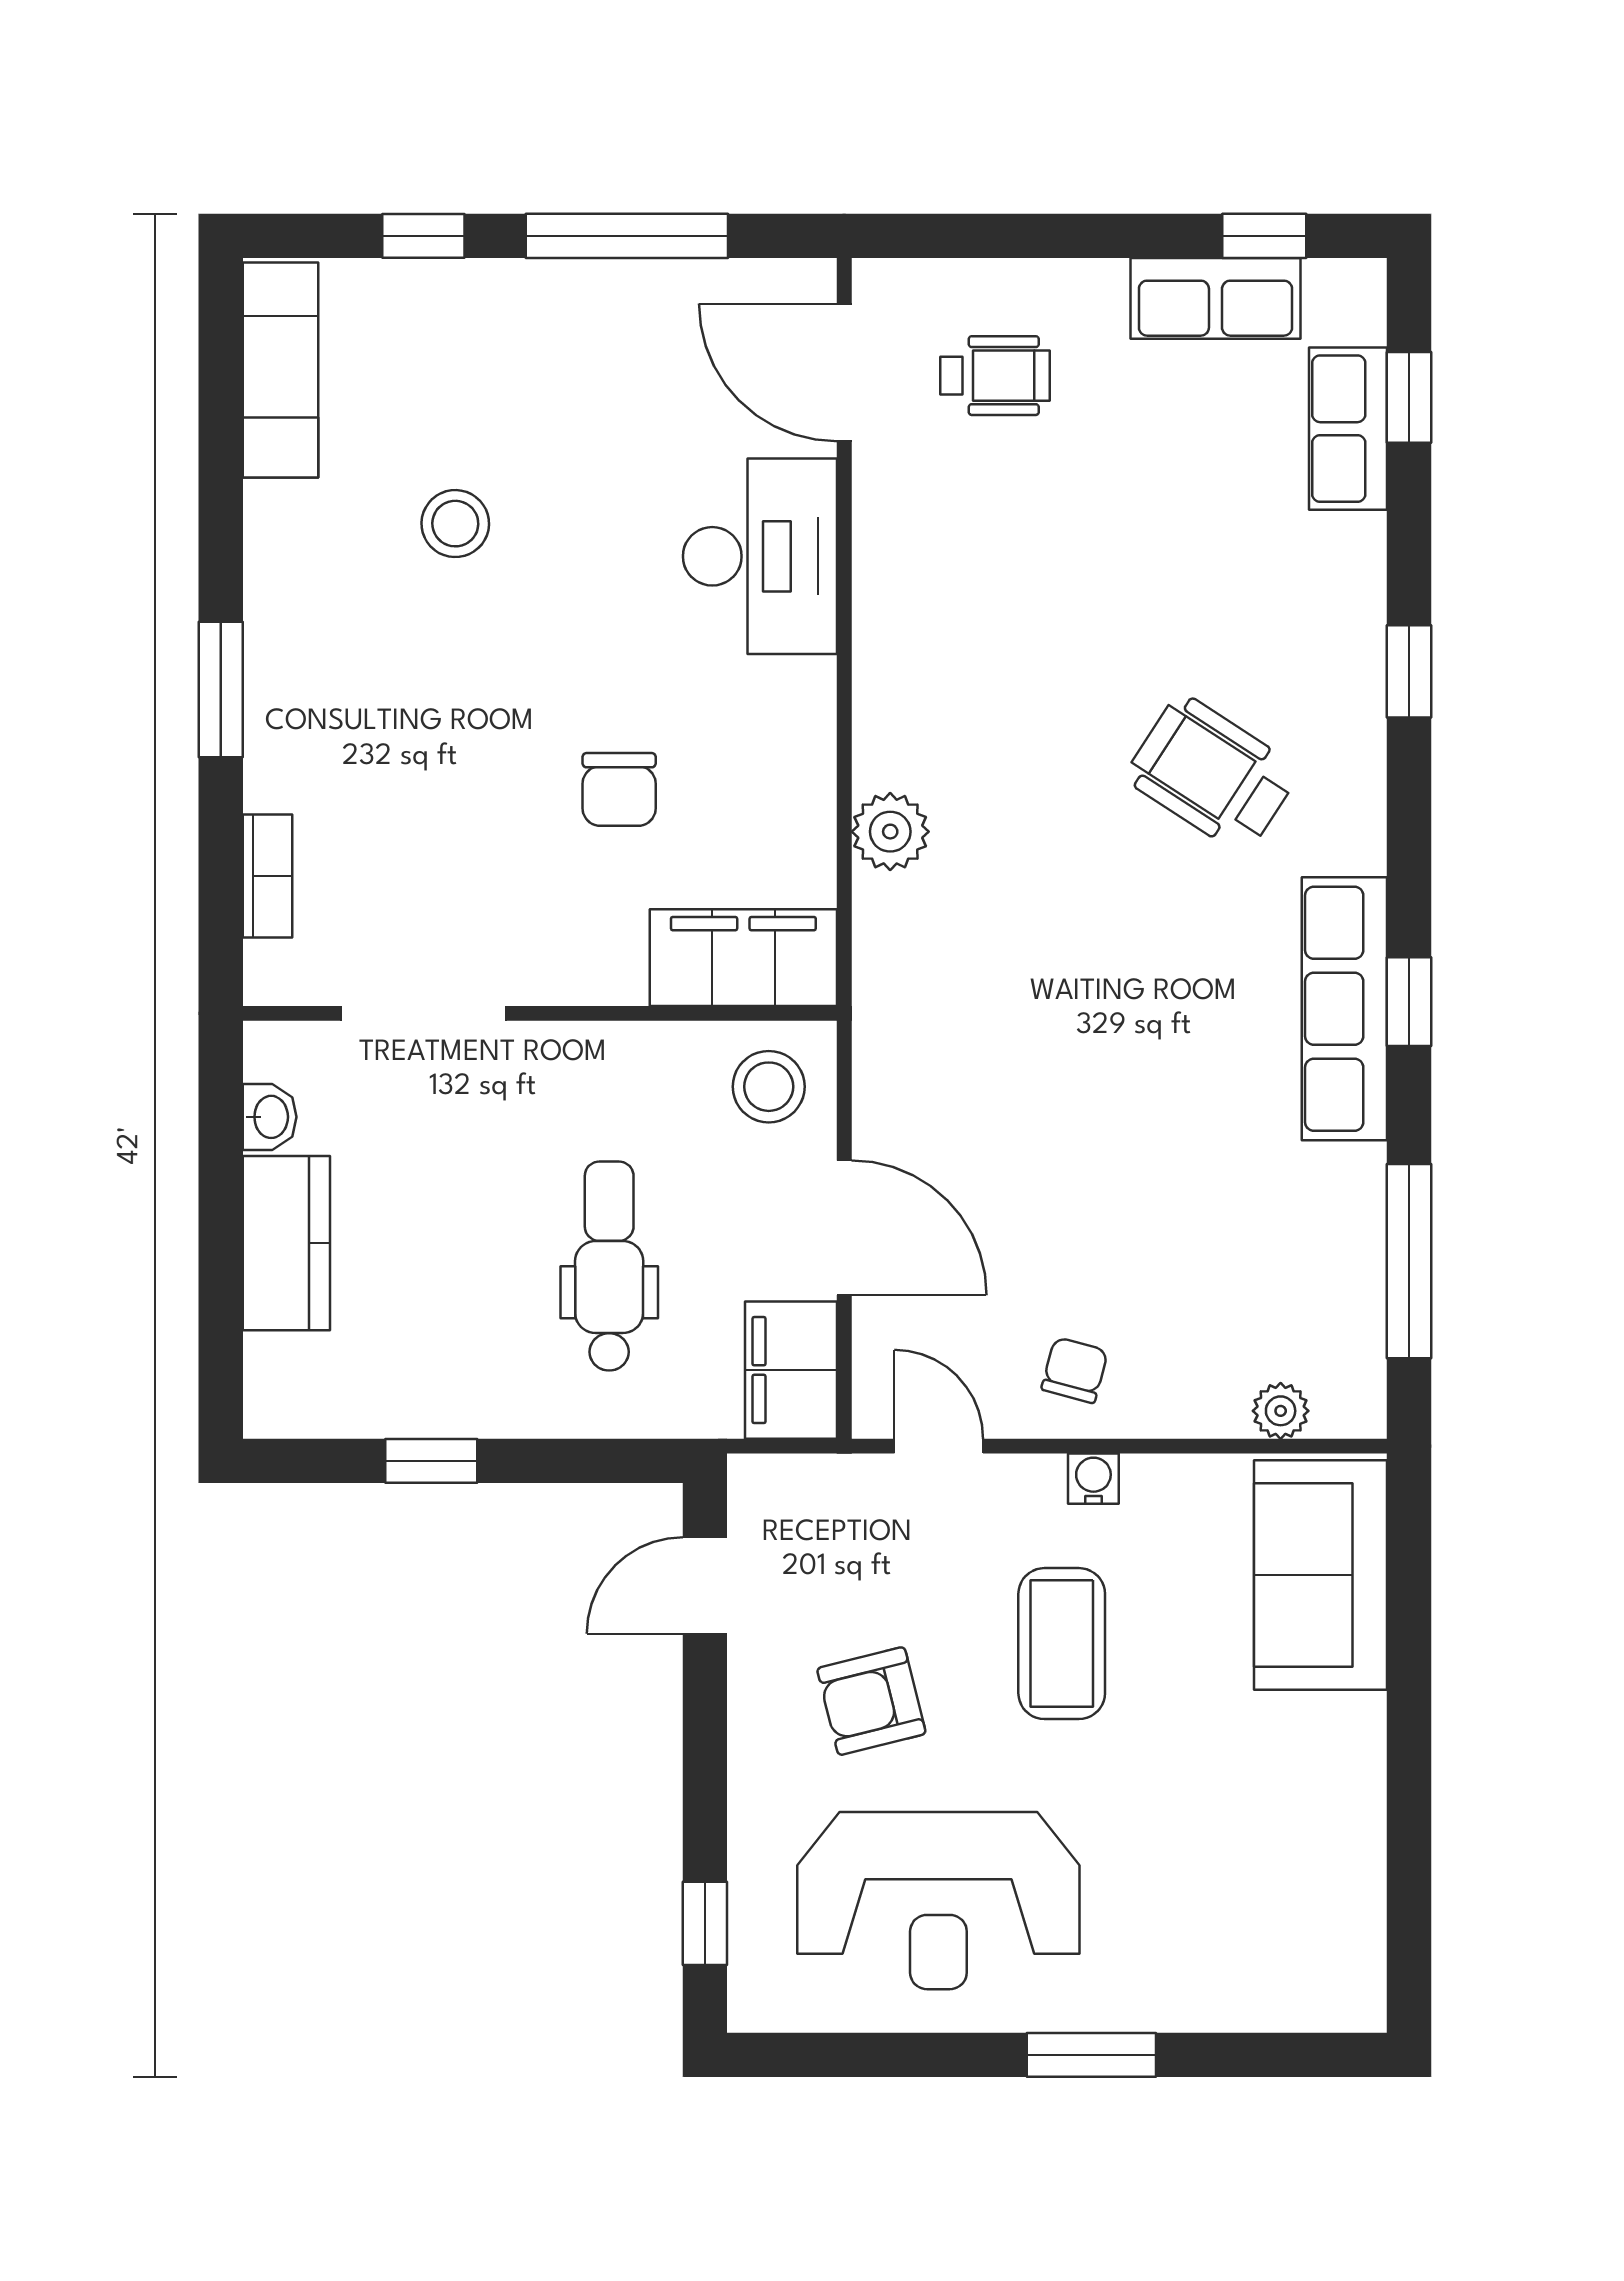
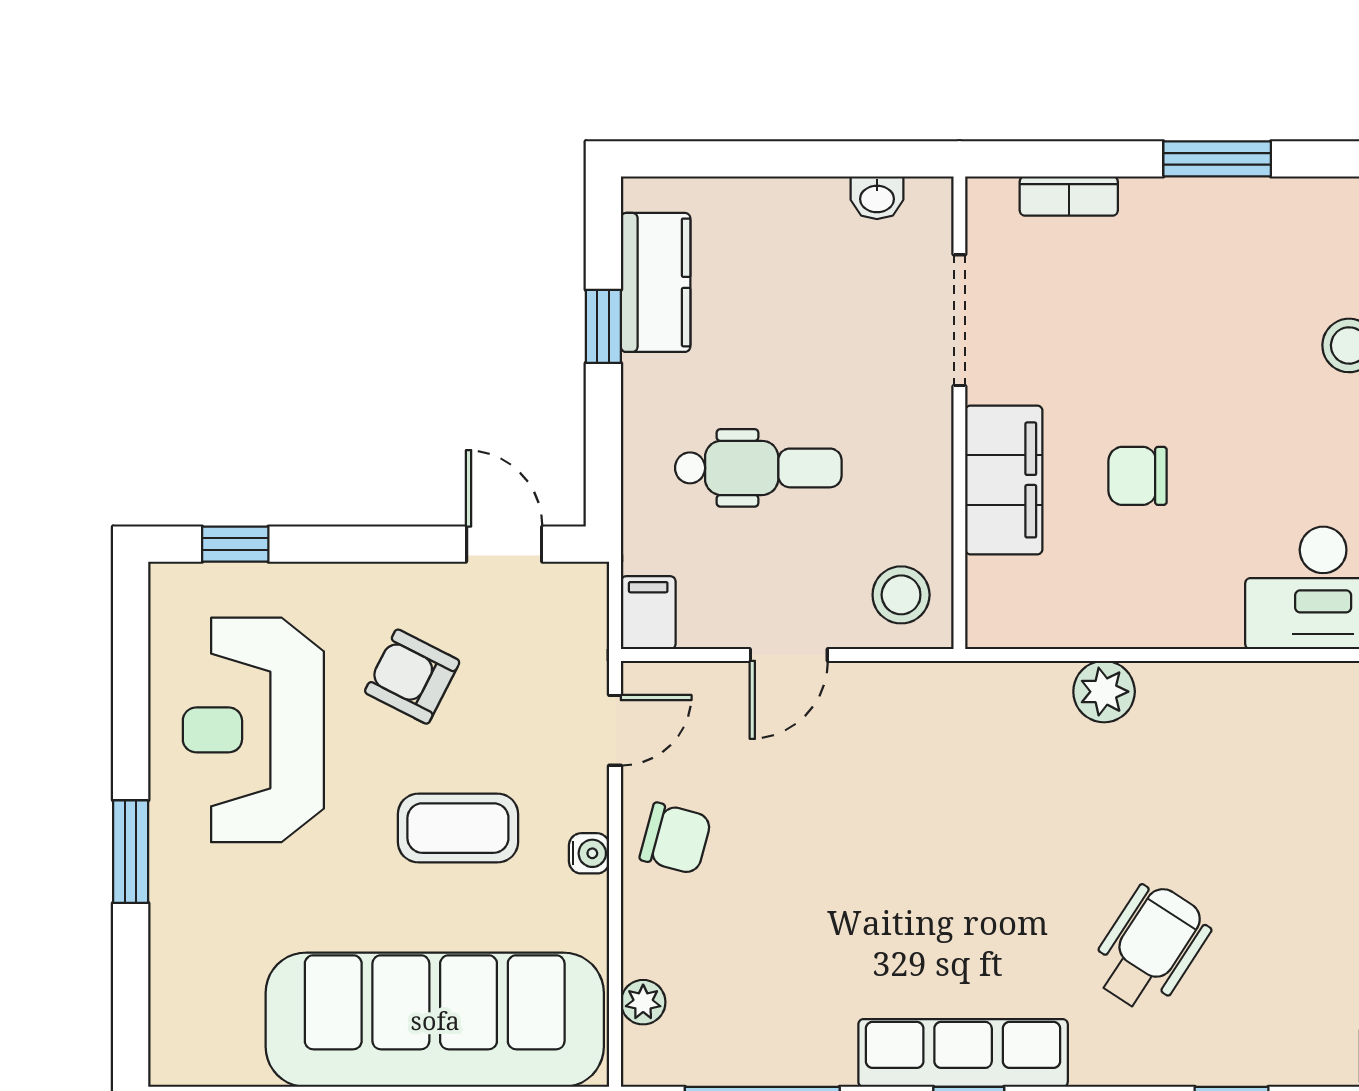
filing cabinet: (743, 958) -> (1004, 480), moved
door: (844, 1228) -> (789, 655), width x0.73
kitchen counter: (286, 1243) -> (656, 282), moved, turned -90
filing cabinet: (791, 1370) -> (648, 613), width x0.50
chair: (1075, 1370) -> (676, 838), width x1.37, depth x1.37
sofa: (1321, 1575) -> (435, 1020), width x1.85, depth x1.27
armchair: (871, 1701) -> (412, 677), turned -49

